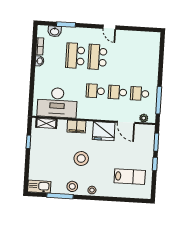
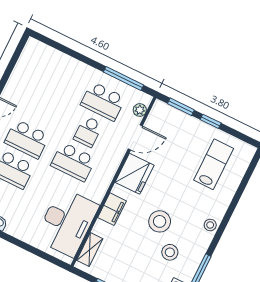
school desk: (95, 91) -> (73, 162), width x1.85
school desk: (140, 94) -> (103, 101), width x1.85
stool: (72, 186) -> (170, 252), moved

